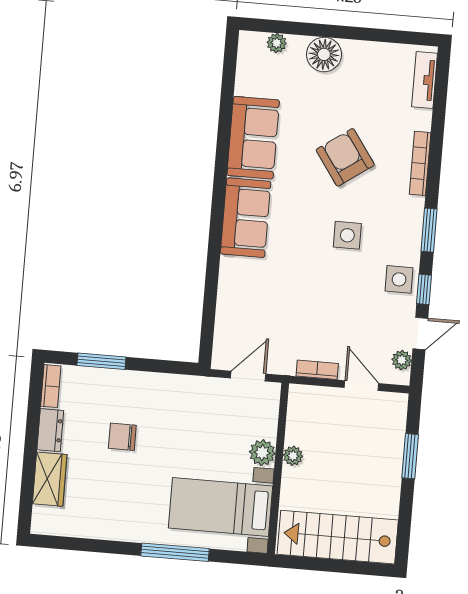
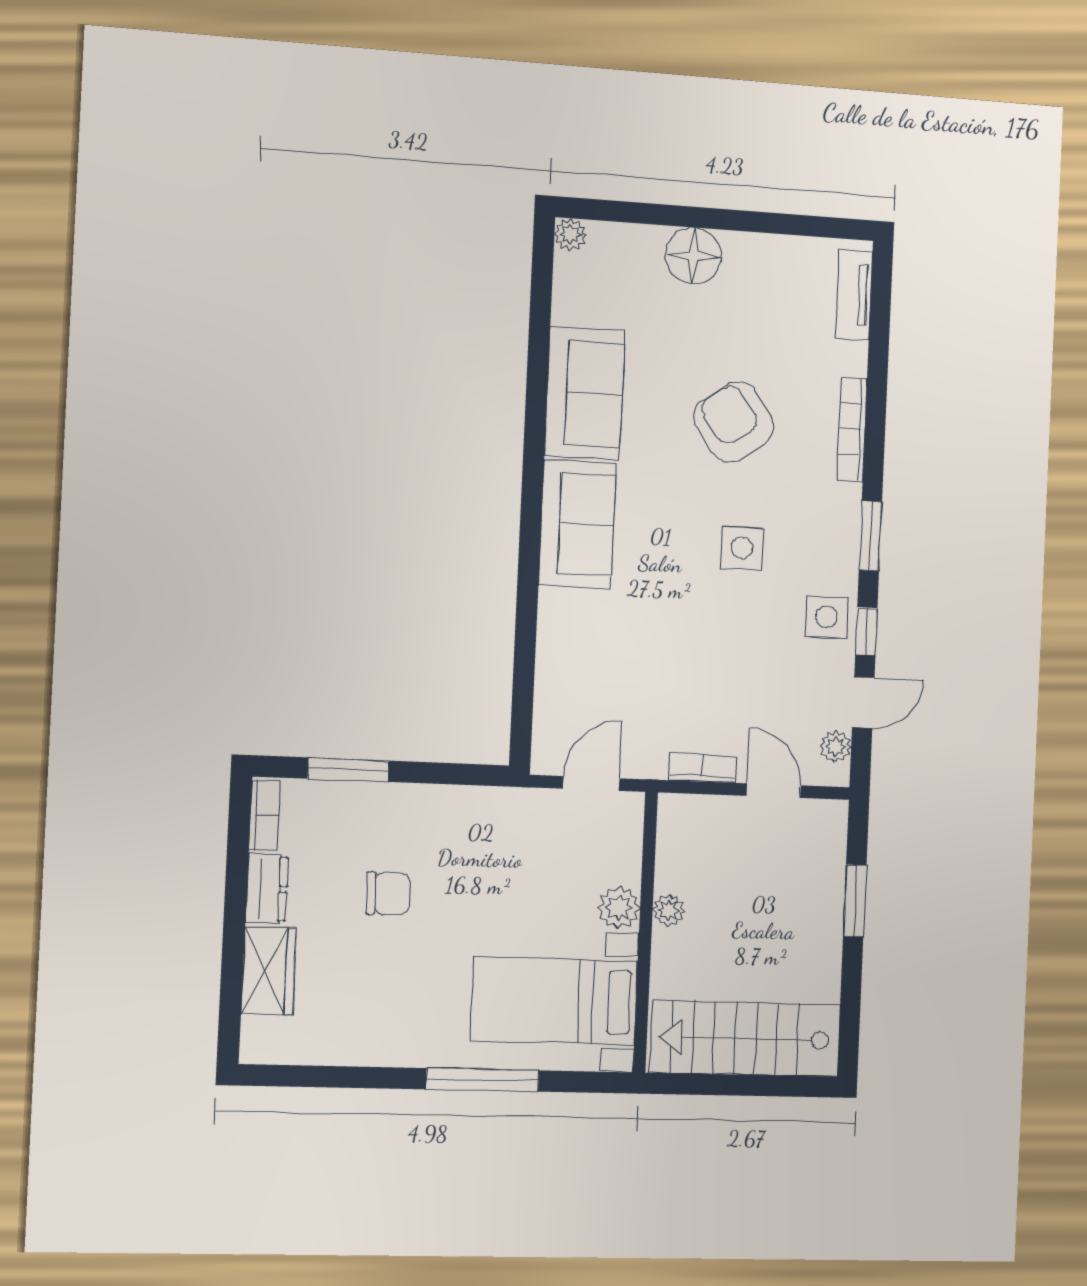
plant: (277, 43) -> (570, 235), moved
chair: (122, 437) -> (388, 894), turned 180

